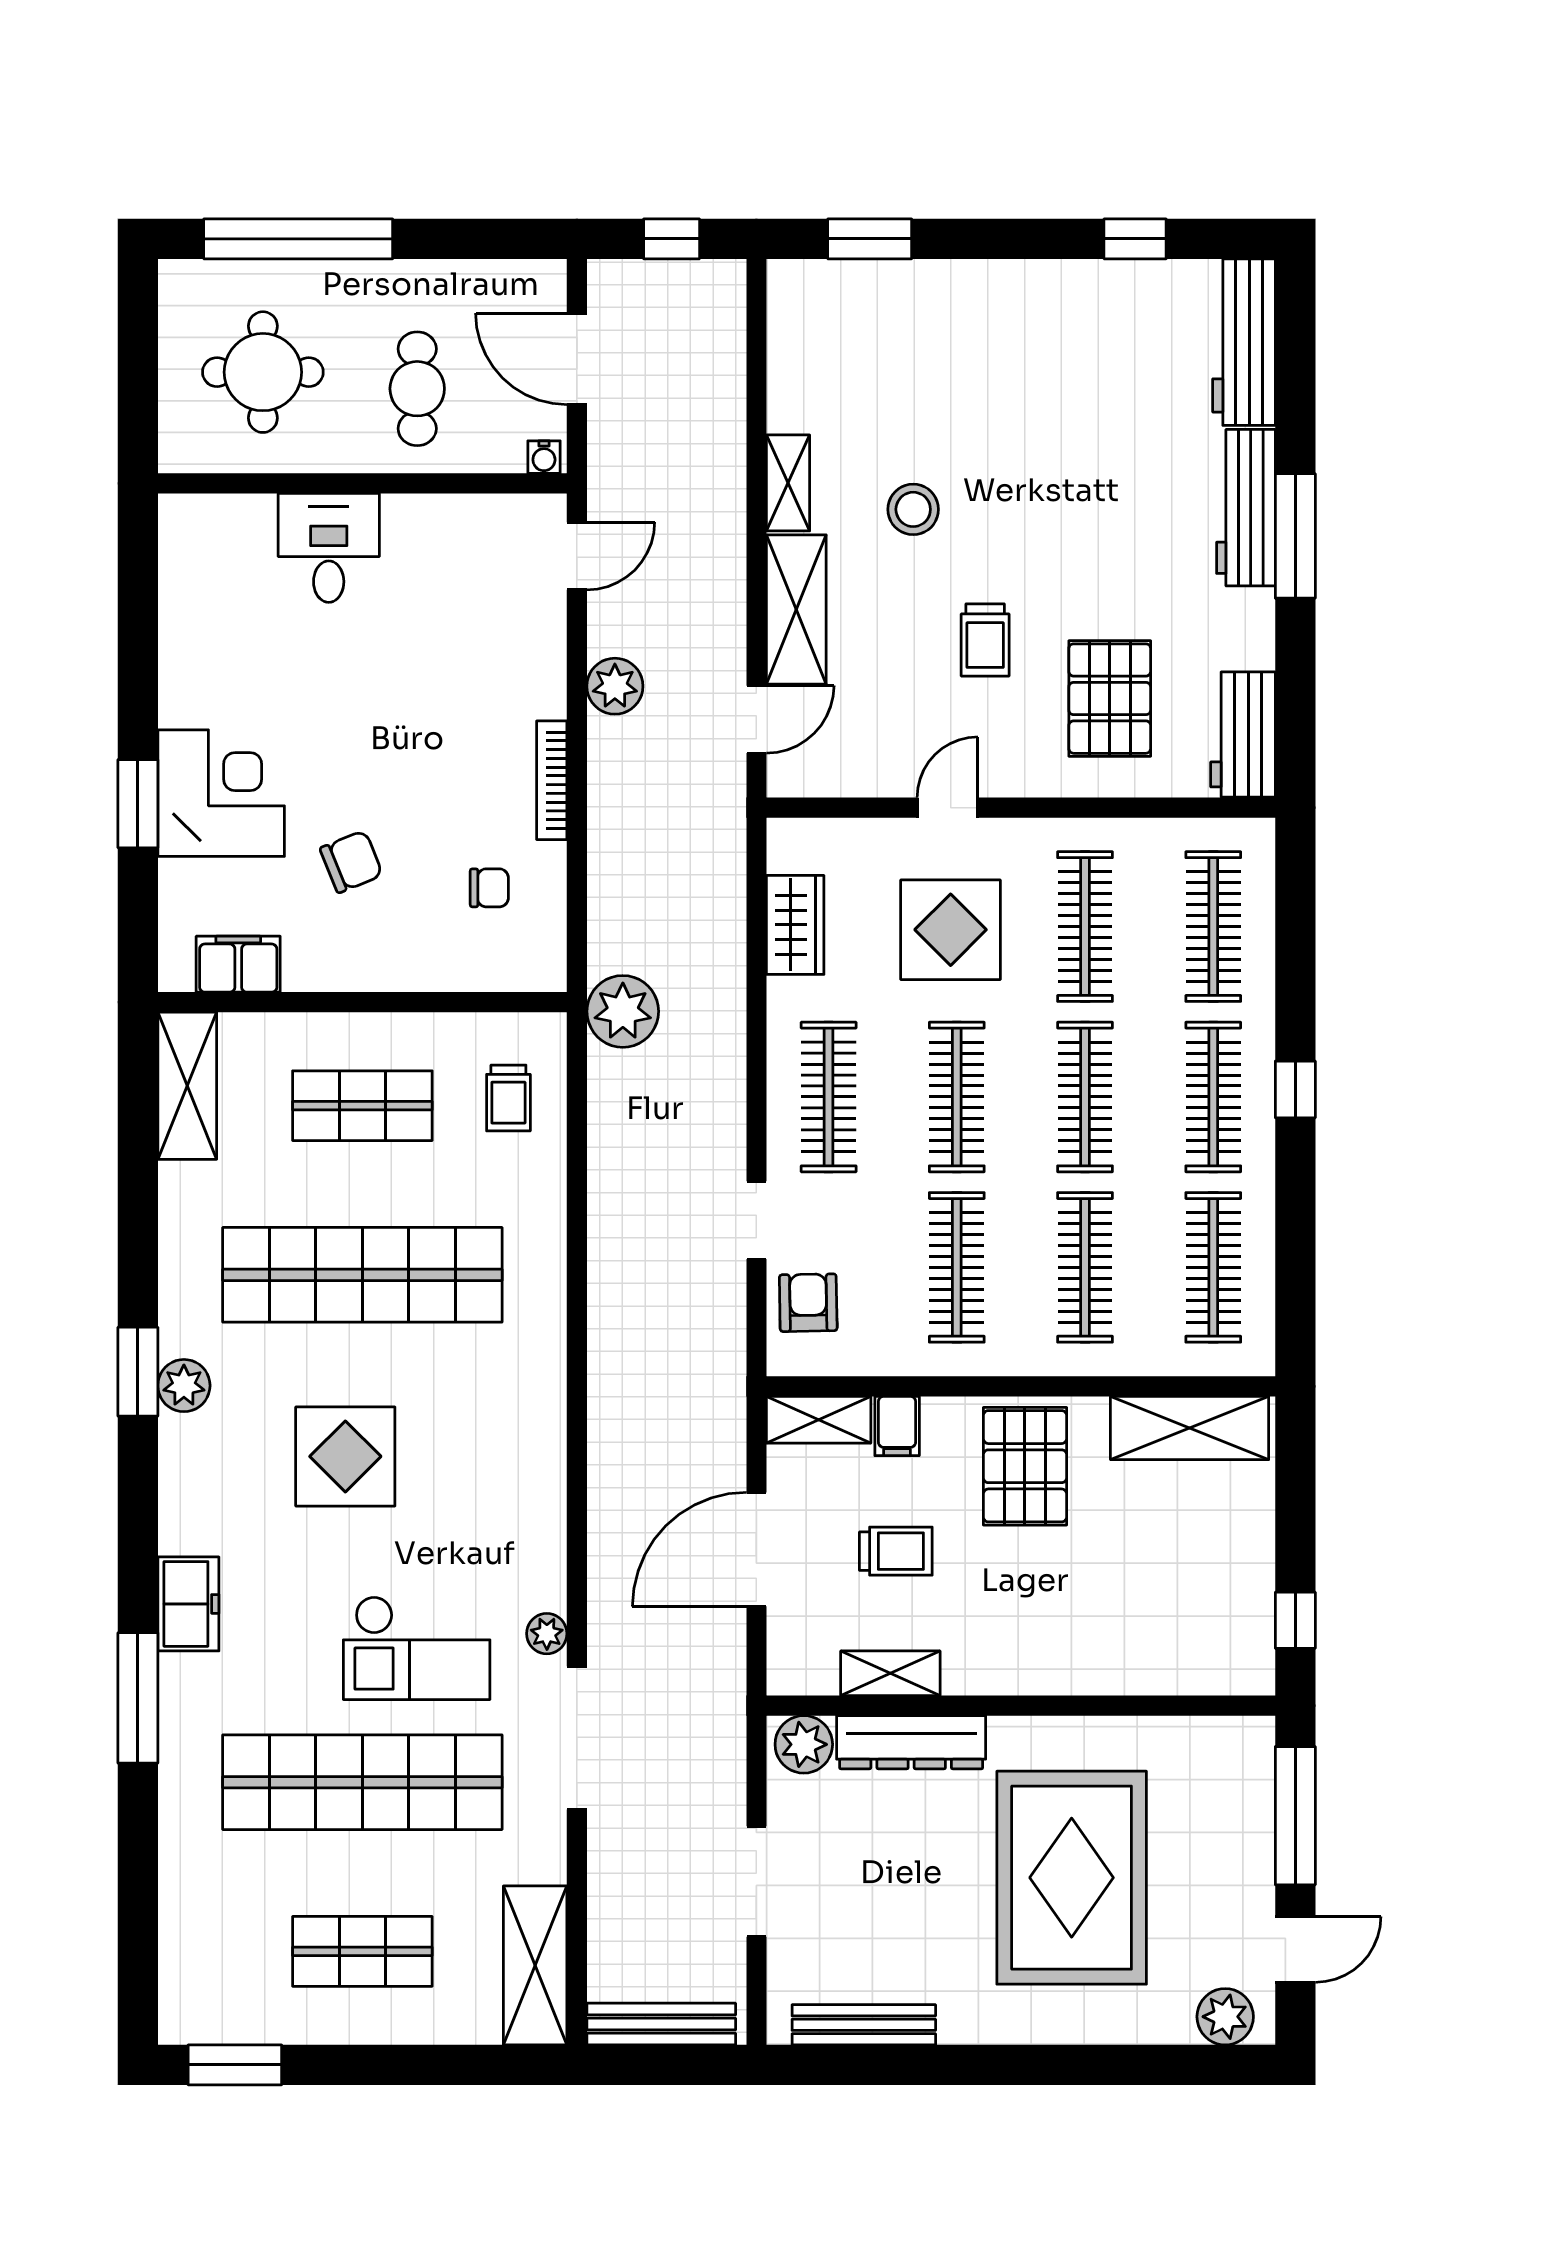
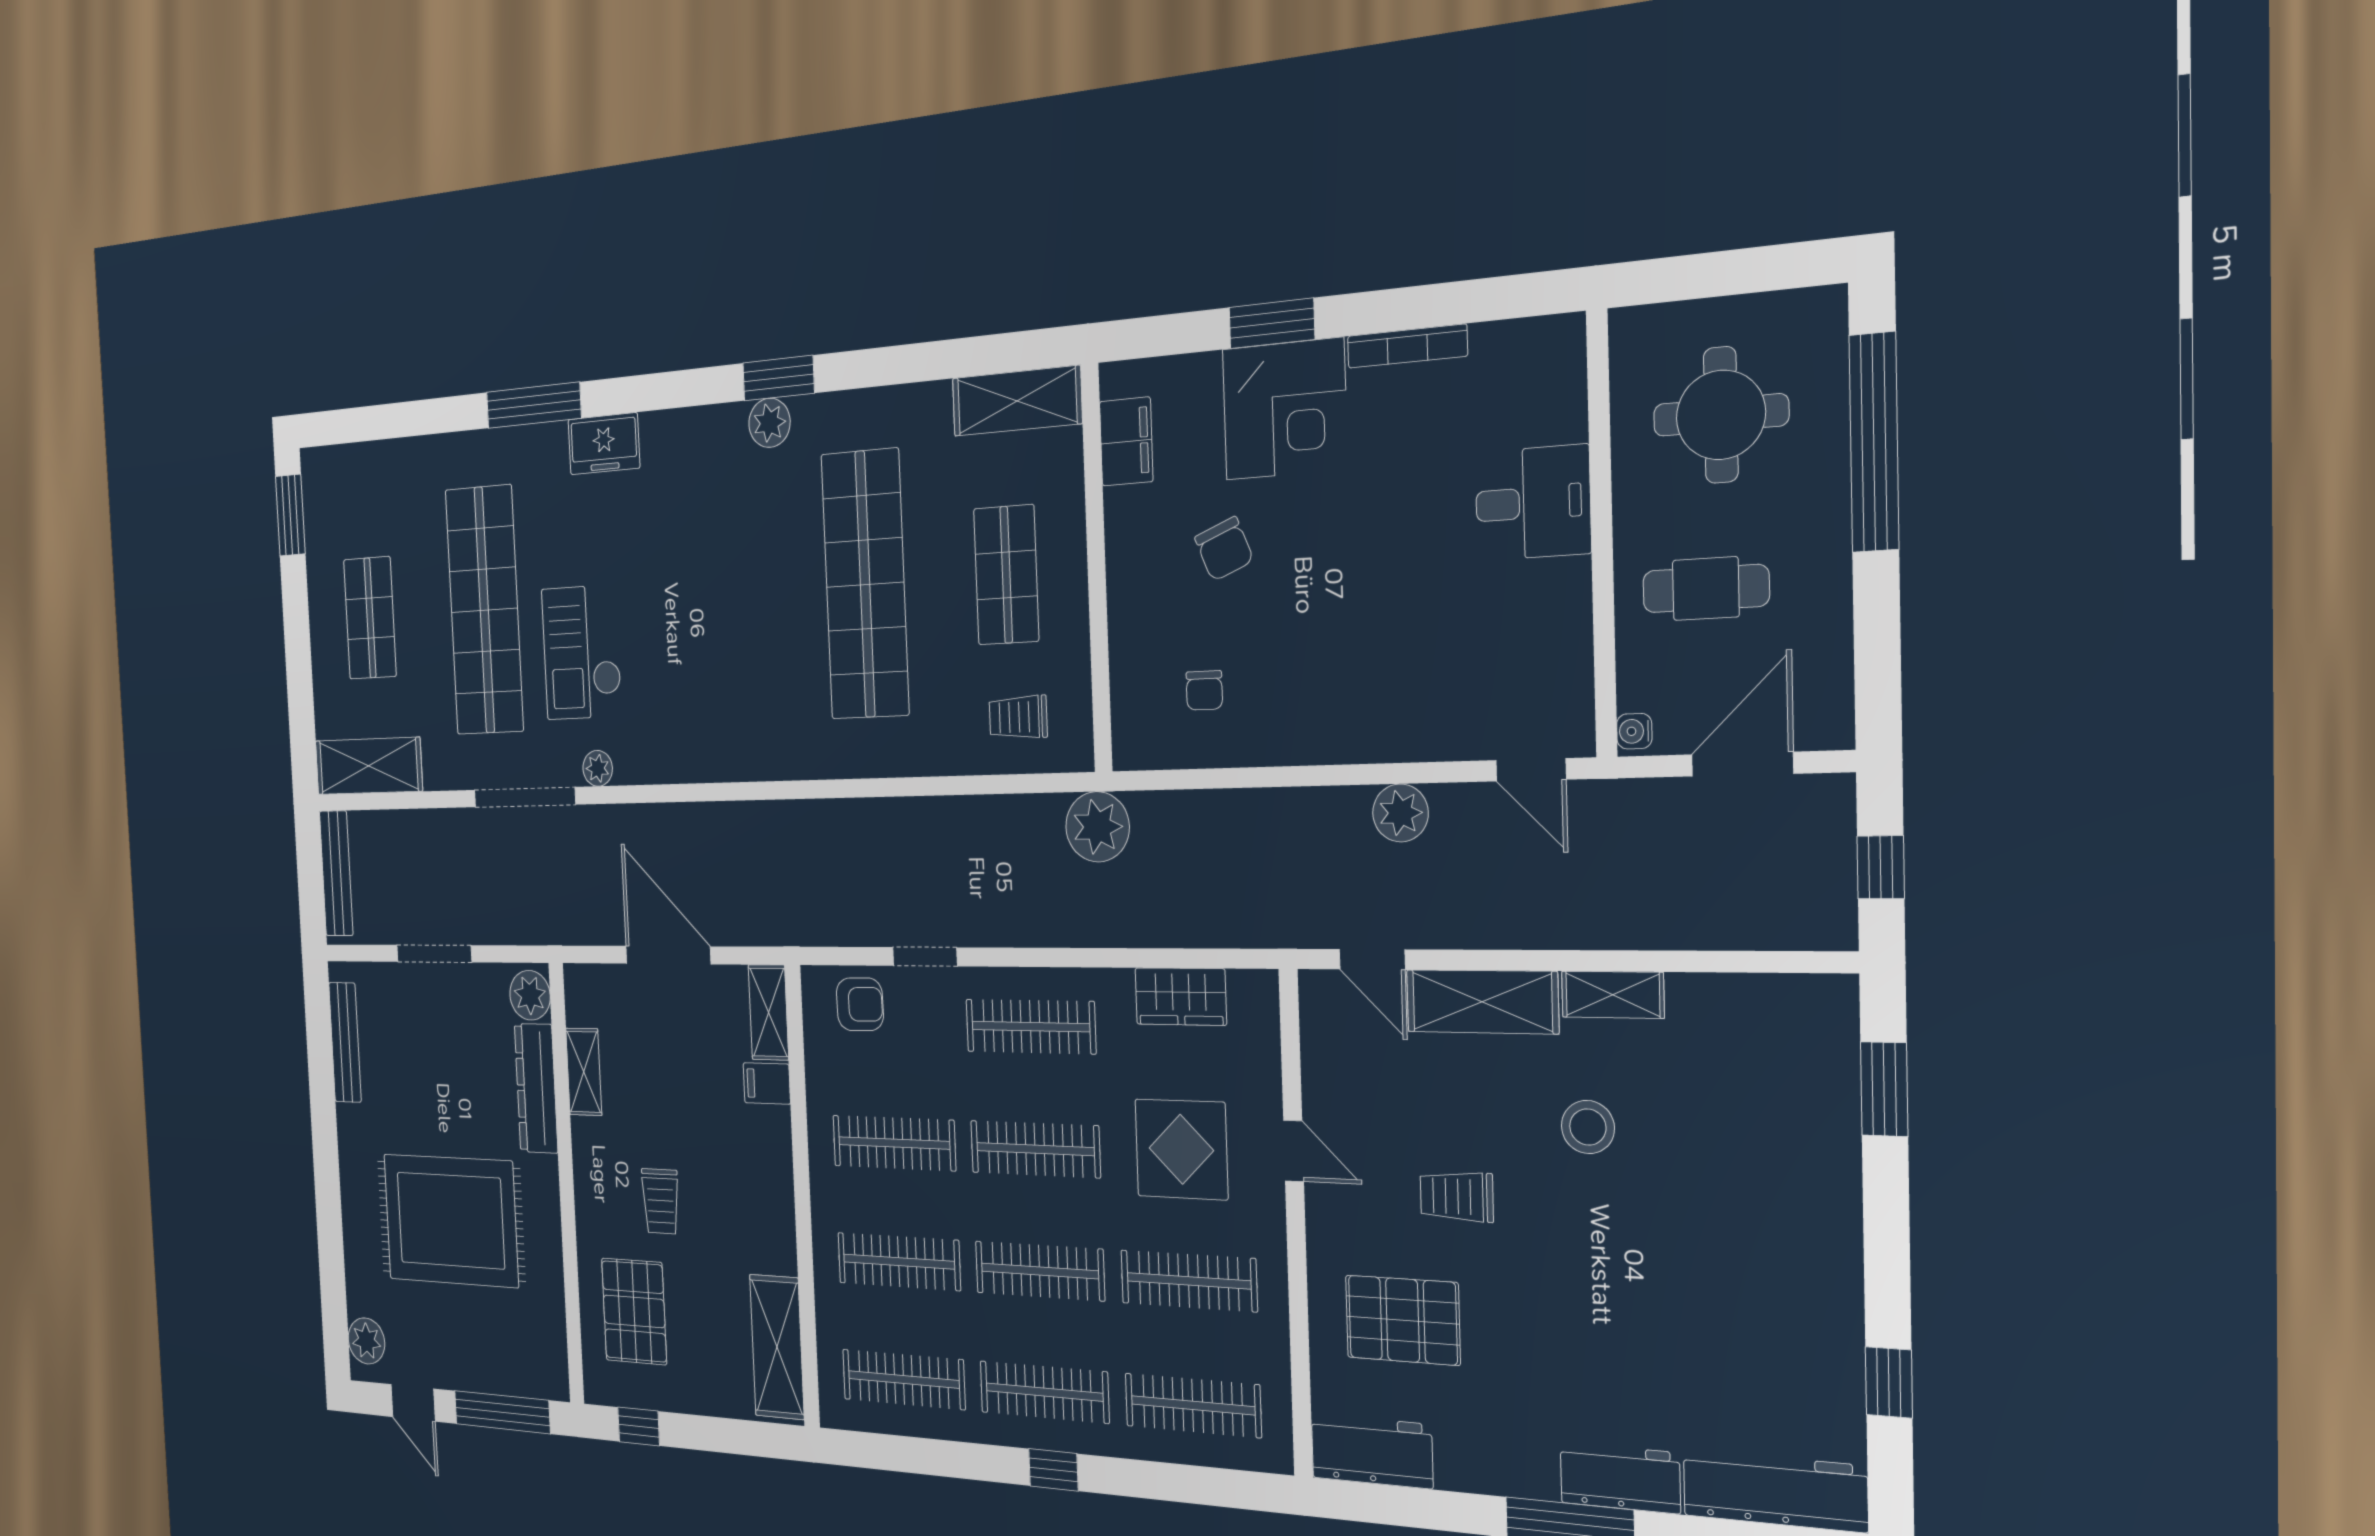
workbench: (1246, 508) -> (1620, 1478), width x0.73
bookcase: (552, 780) -> (1407, 346), moved, turned 180
display table: (345, 1456) -> (721, 578), removed
pallet: (1025, 1466) -> (634, 1311), moved, turned 90
trolley: (896, 1551) -> (661, 1201), moved

